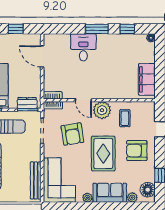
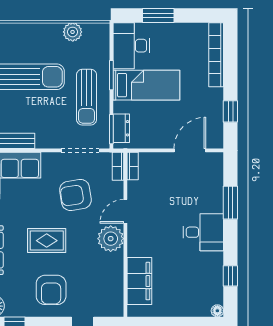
window: (97, 29) -> (230, 203), moved
desk: (83, 47) -> (203, 232), moved
filing cabinet: (147, 79) -> (139, 281), moved, turned 90
coffee table: (125, 118) -> (99, 272), removed
armchair: (137, 151) -> (51, 290), turned 180
rug: (103, 154) -> (47, 241), width x0.73, depth x0.70

